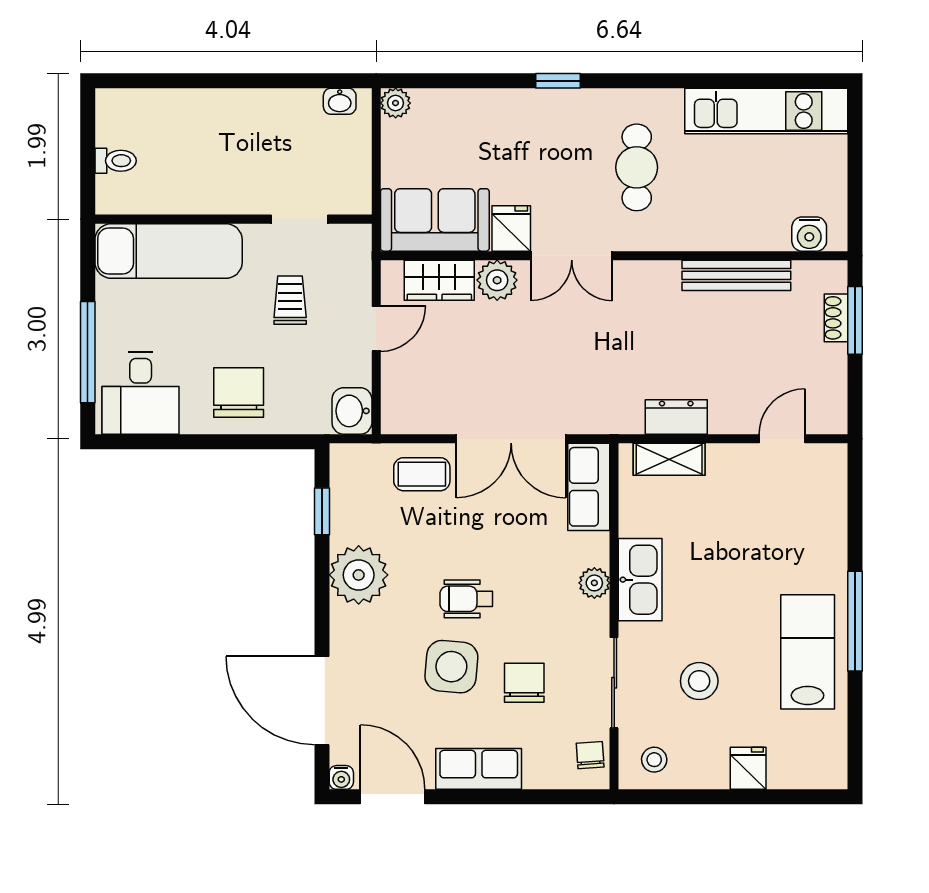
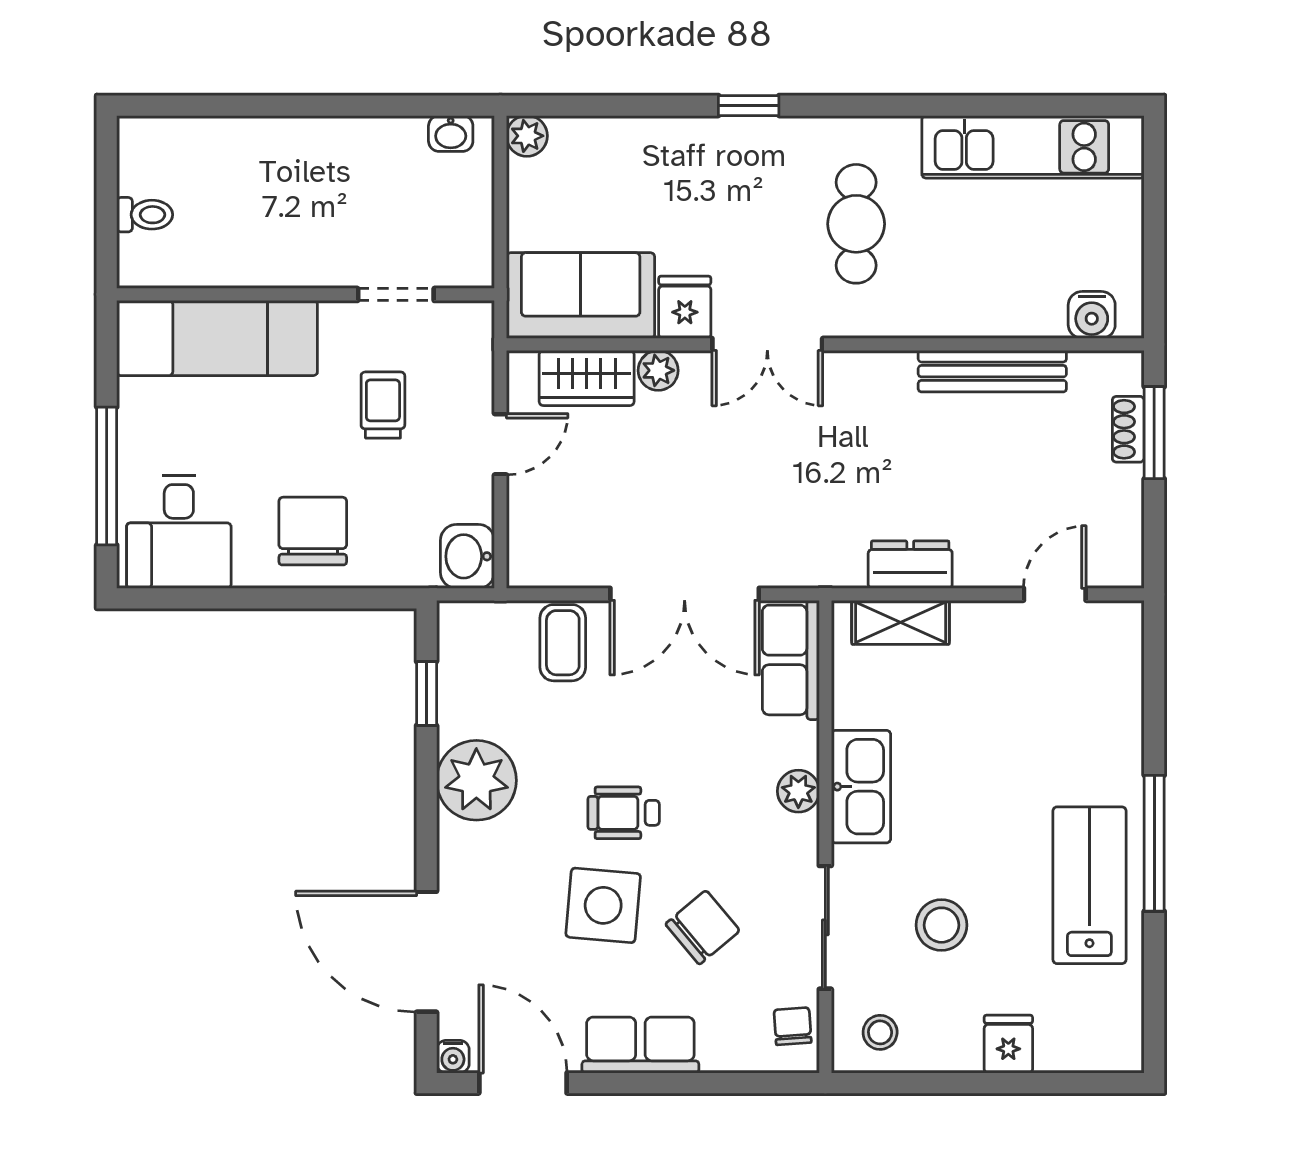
plant: (497, 280) -> (658, 370), width x0.73, depth x0.73
coffee table: (422, 474) -> (563, 643), turned 90
chair: (524, 683) -> (703, 927), turned 50

